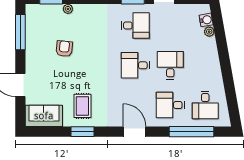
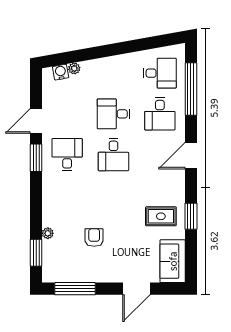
armchair: (64, 49) -> (94, 238), turned 84

